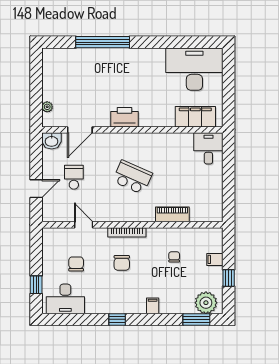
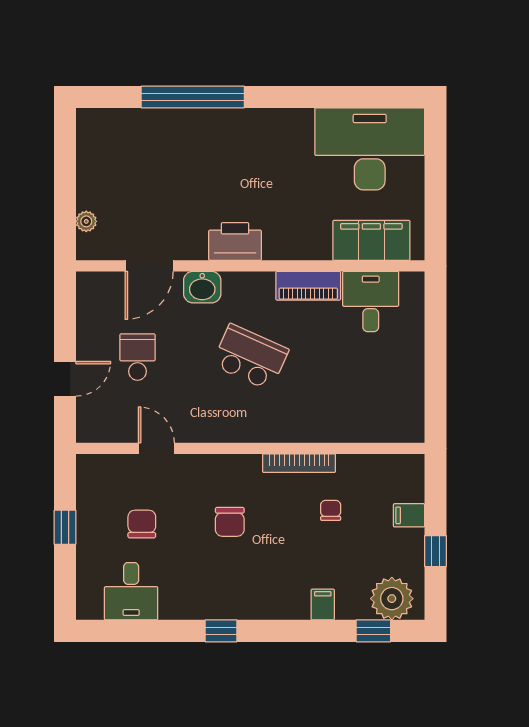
washbasin: (52, 141) -> (202, 287), moved
desk: (208, 148) -> (371, 301), moved
piano: (172, 214) -> (308, 286), moved, turned 180
bookcase: (127, 232) -> (299, 463), moved
window: (36, 285) -> (65, 527), moved
desk: (65, 299) -> (131, 591), width x0.73
filing cabinet: (153, 306) -> (323, 605), moved
window: (196, 319) -> (373, 631), width x0.67

